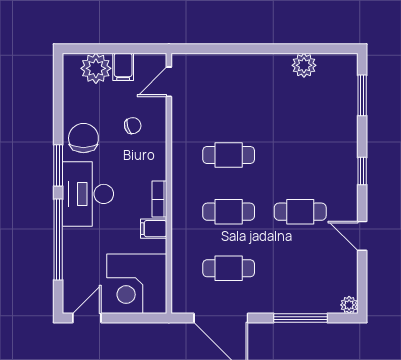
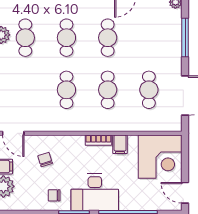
cafe table: (300, 98) -> (25, 38), added
chair: (83, 138) -> (54, 195), width x0.54, depth x0.54
cafe table: (300, 155) -> (66, 38), added

